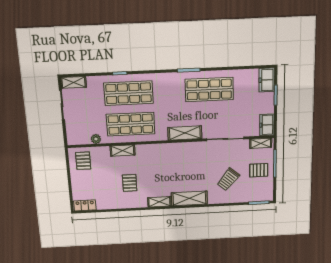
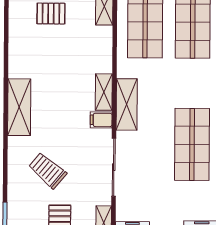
filing cabinet: (195, 148) -> (101, 120), added
shelving: (159, 202) -> (104, 92), moved

